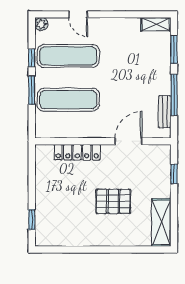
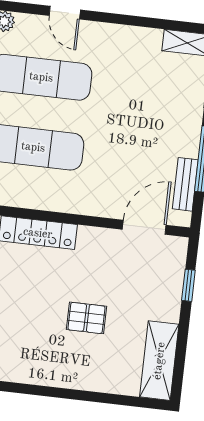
door: (129, 141) -> (144, 227), moved
pallet: (113, 201) -> (86, 318), width x0.67, depth x0.71

